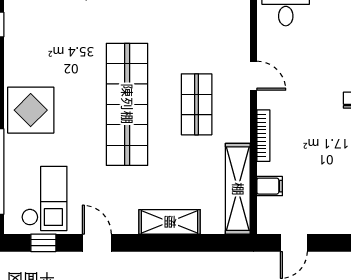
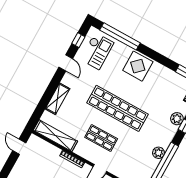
filing cabinet: (270, 186) -> (49, 150), removed
checkout: (44, 198) -> (97, 51), turned -90
door: (97, 243) -> (66, 63), hinge flipped

